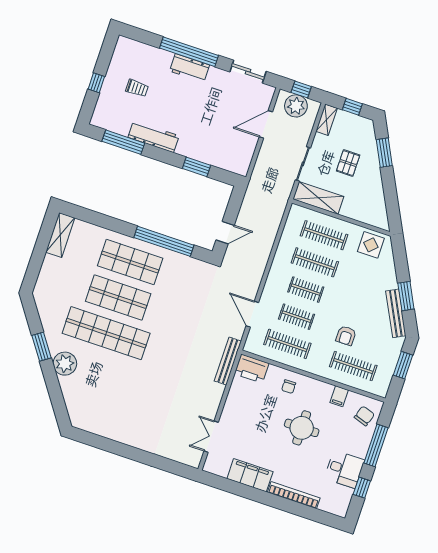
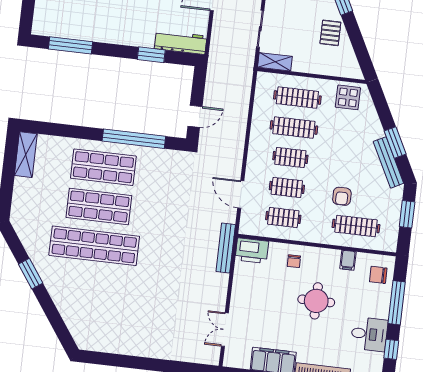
workbench: (154, 137) -> (181, 42), moved
pallet: (348, 163) -> (330, 33), moved
shelving: (318, 198) -> (275, 62), width x0.67, depth x0.75
clothes rail: (287, 344) -> (283, 217), width x0.73
plant: (65, 364) -> (58, 286), removed
chair: (364, 416) -> (378, 275), turned -108

